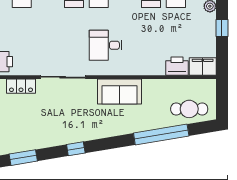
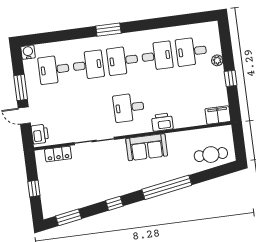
printer: (177, 66) -> (162, 122), moved
window: (161, 134) -> (167, 187), moved

